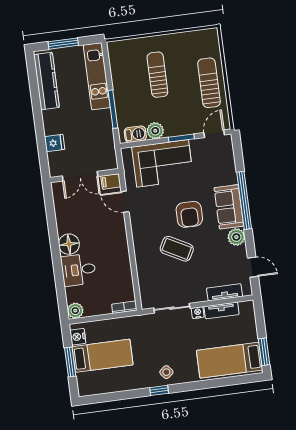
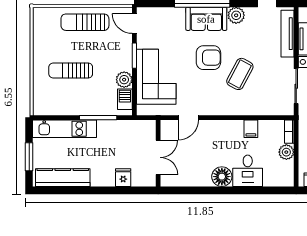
filing cabinet: (111, 181) -> (251, 129), moved
tv unit: (225, 292) -> (288, 34), width x1.41
plant: (75, 311) -> (286, 152), moved

